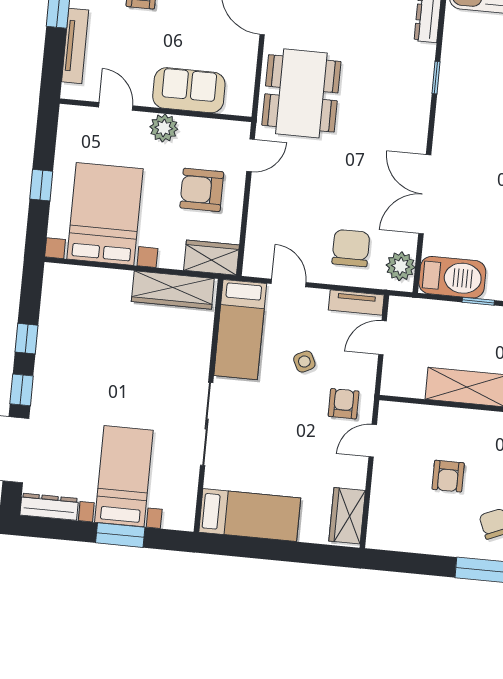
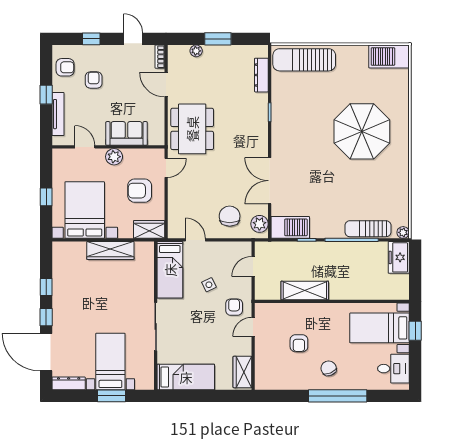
wardrobe: (173, 290) -> (110, 250), moved
tv unit: (356, 302) -> (236, 247), removed

